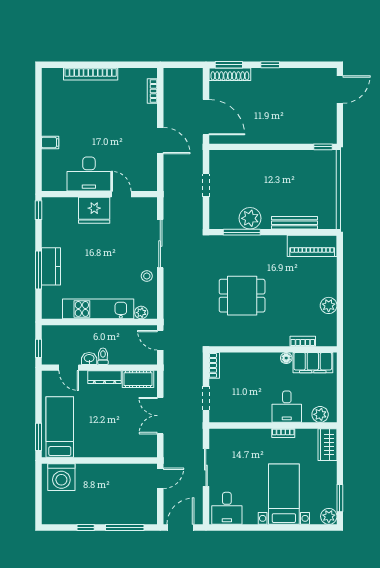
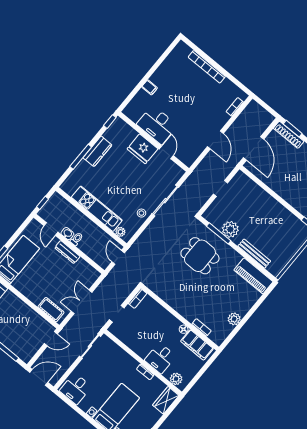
kitchen counter: (51, 266) -> (98, 151), moved
dining table: (242, 296) -> (200, 256), moved
cot: (138, 379) -> (51, 310), moved
sliding door: (206, 468) -> (90, 346), moved

